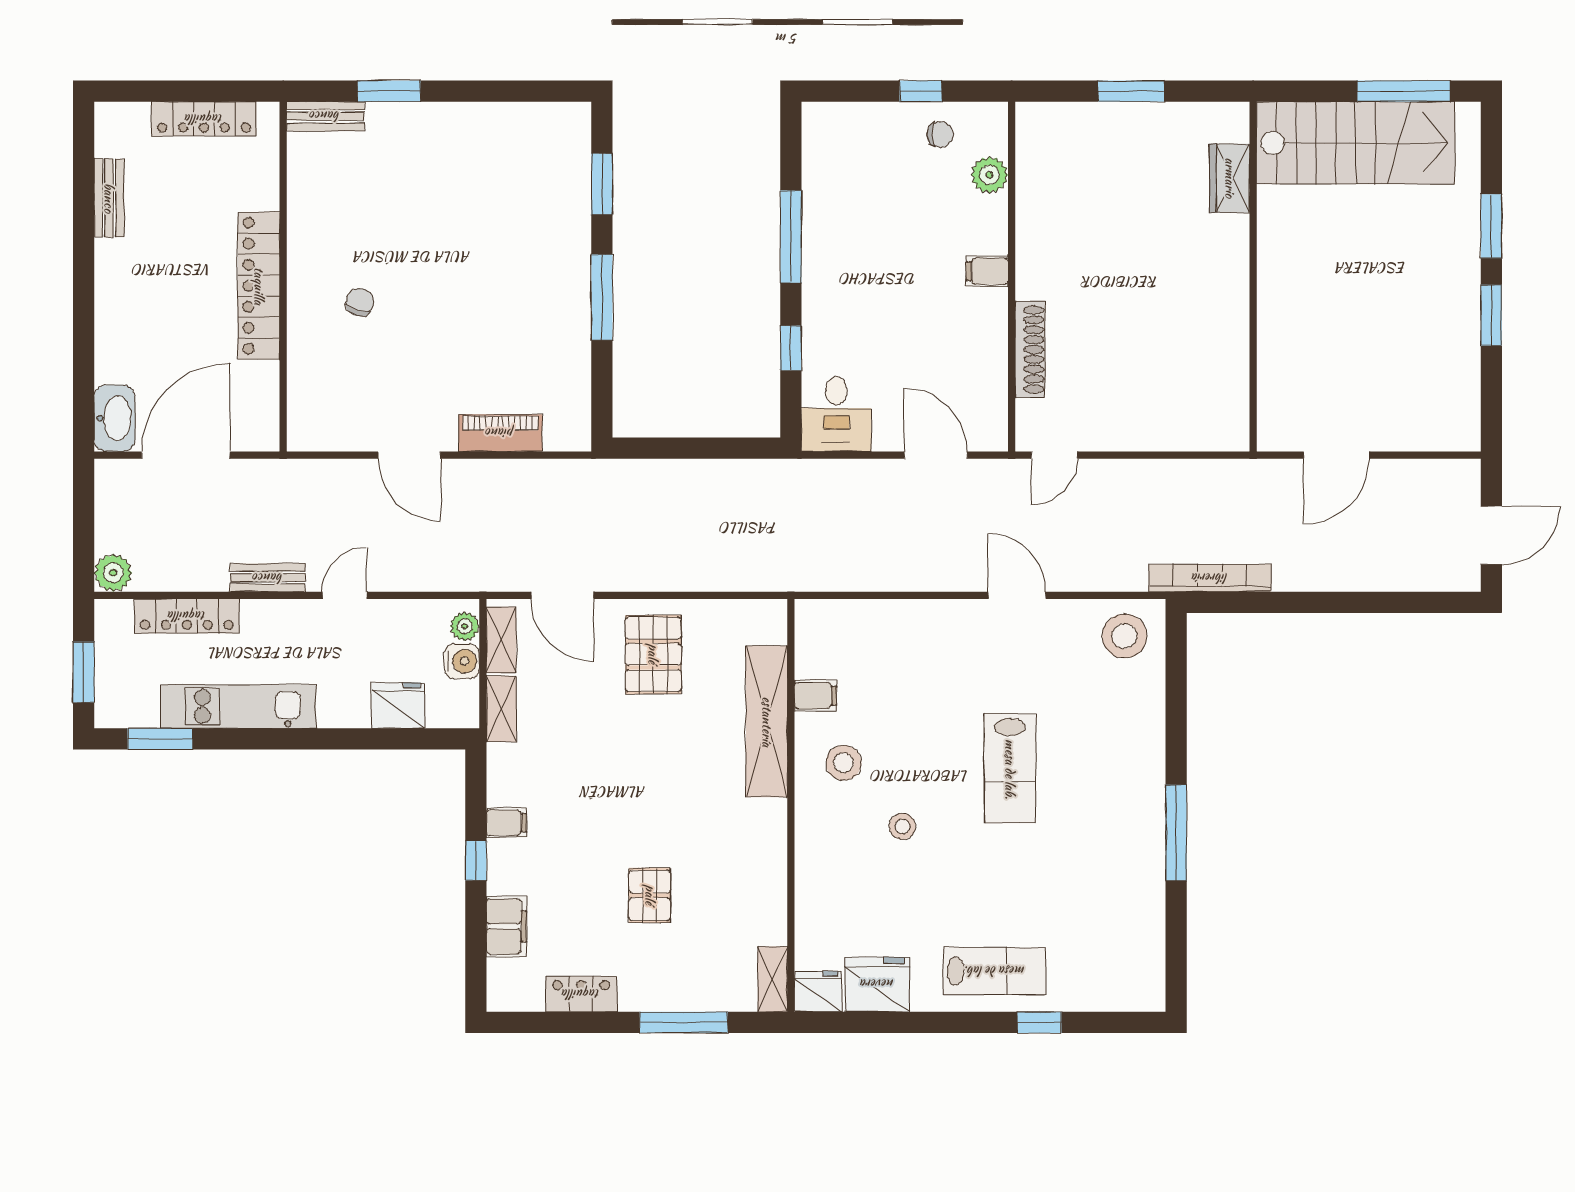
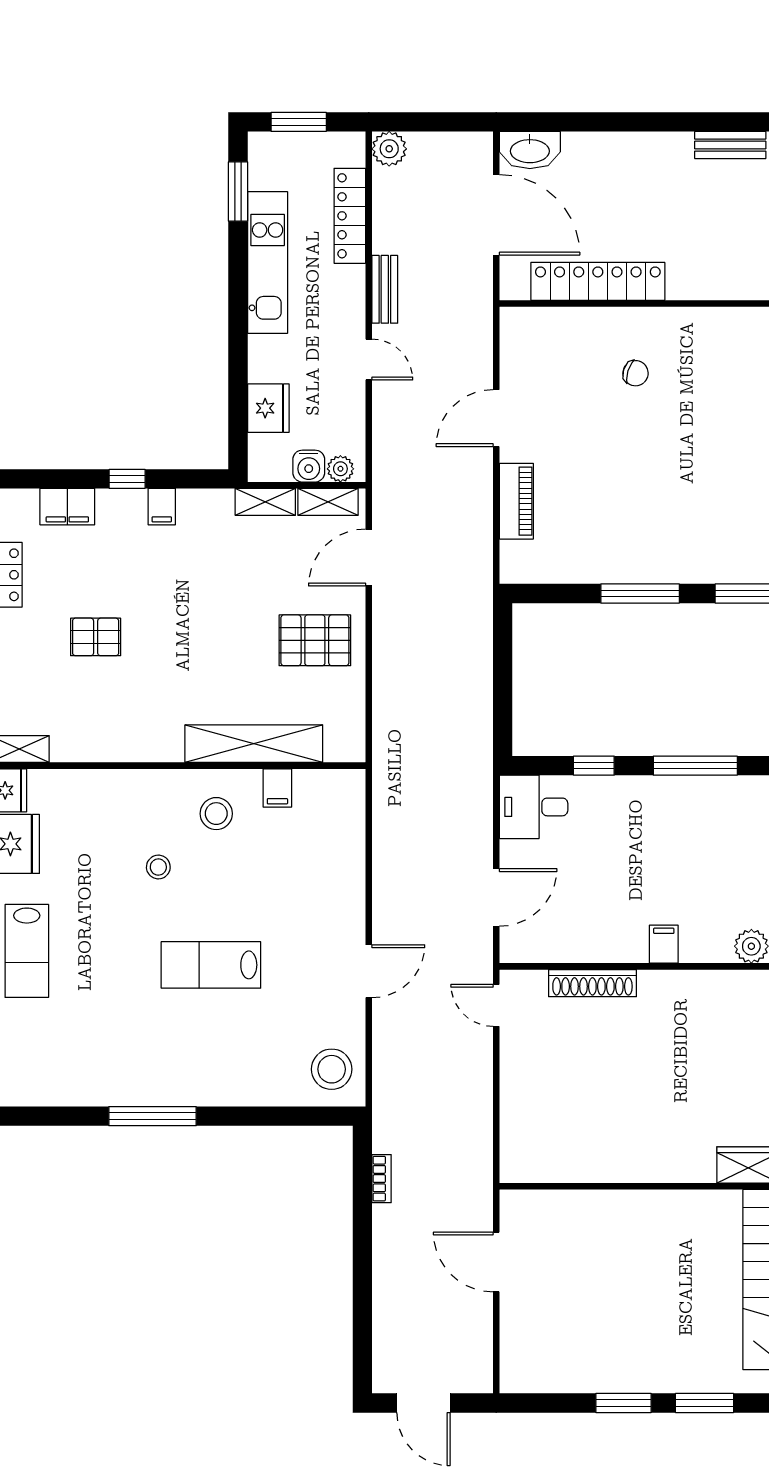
locker: (259, 286) -> (598, 281), moved
bookcase: (1210, 578) -> (382, 1179), width x0.43, depth x0.76

